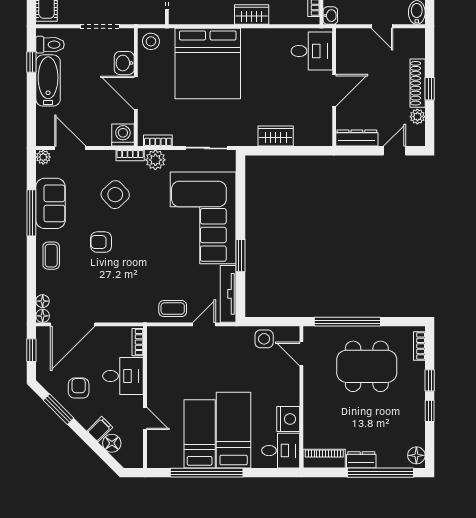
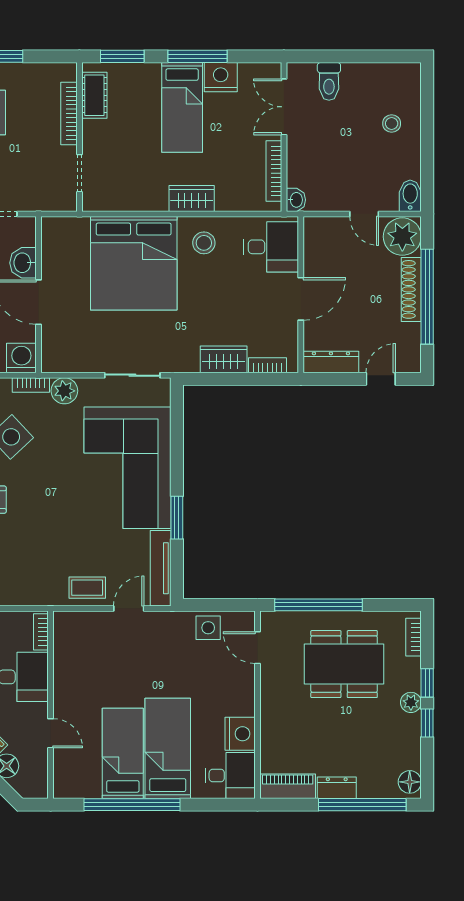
stool: (151, 41) -> (204, 243), moved
window: (430, 89) -> (427, 297), width x3.17
plant: (417, 117) -> (402, 237), moved, width x1.88, depth x1.88
bookcase: (158, 140) -> (268, 365), moved
plant: (417, 395) -> (411, 702), added

